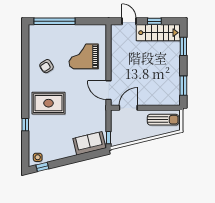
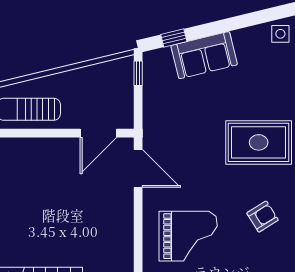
sofa: (89, 143) -> (204, 55), moved
window: (42, 167) -> (174, 38), moved

